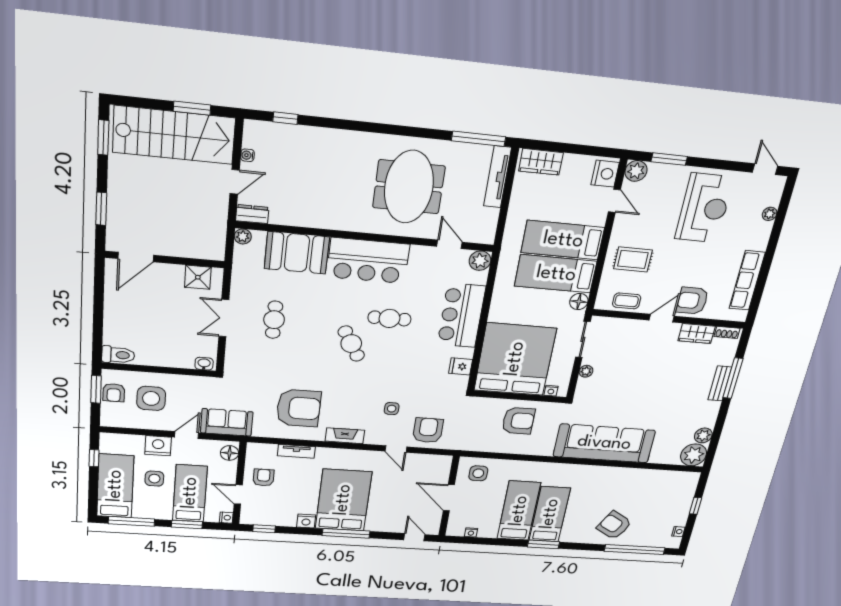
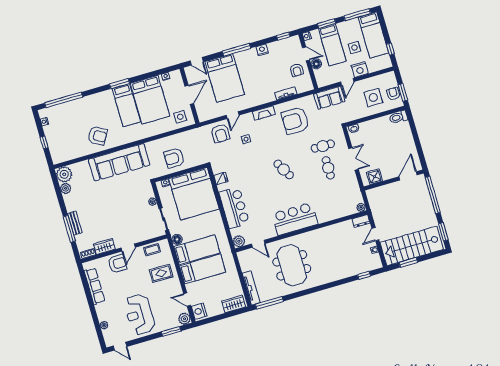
window: (101, 209) -> (433, 195), width x2.11
booth: (297, 253) -> (332, 209), removed
cafe table: (389, 318) -> (323, 146), moved
door: (396, 449) -> (233, 115), swing flipped
floor lamp: (229, 453) -> (316, 64), moved
door: (449, 498) -> (189, 95), hinge flipped
bed: (343, 500) -> (225, 78), moved
bed: (519, 511) -> (150, 100), width x1.50
armchair: (614, 525) -> (97, 136), moved

